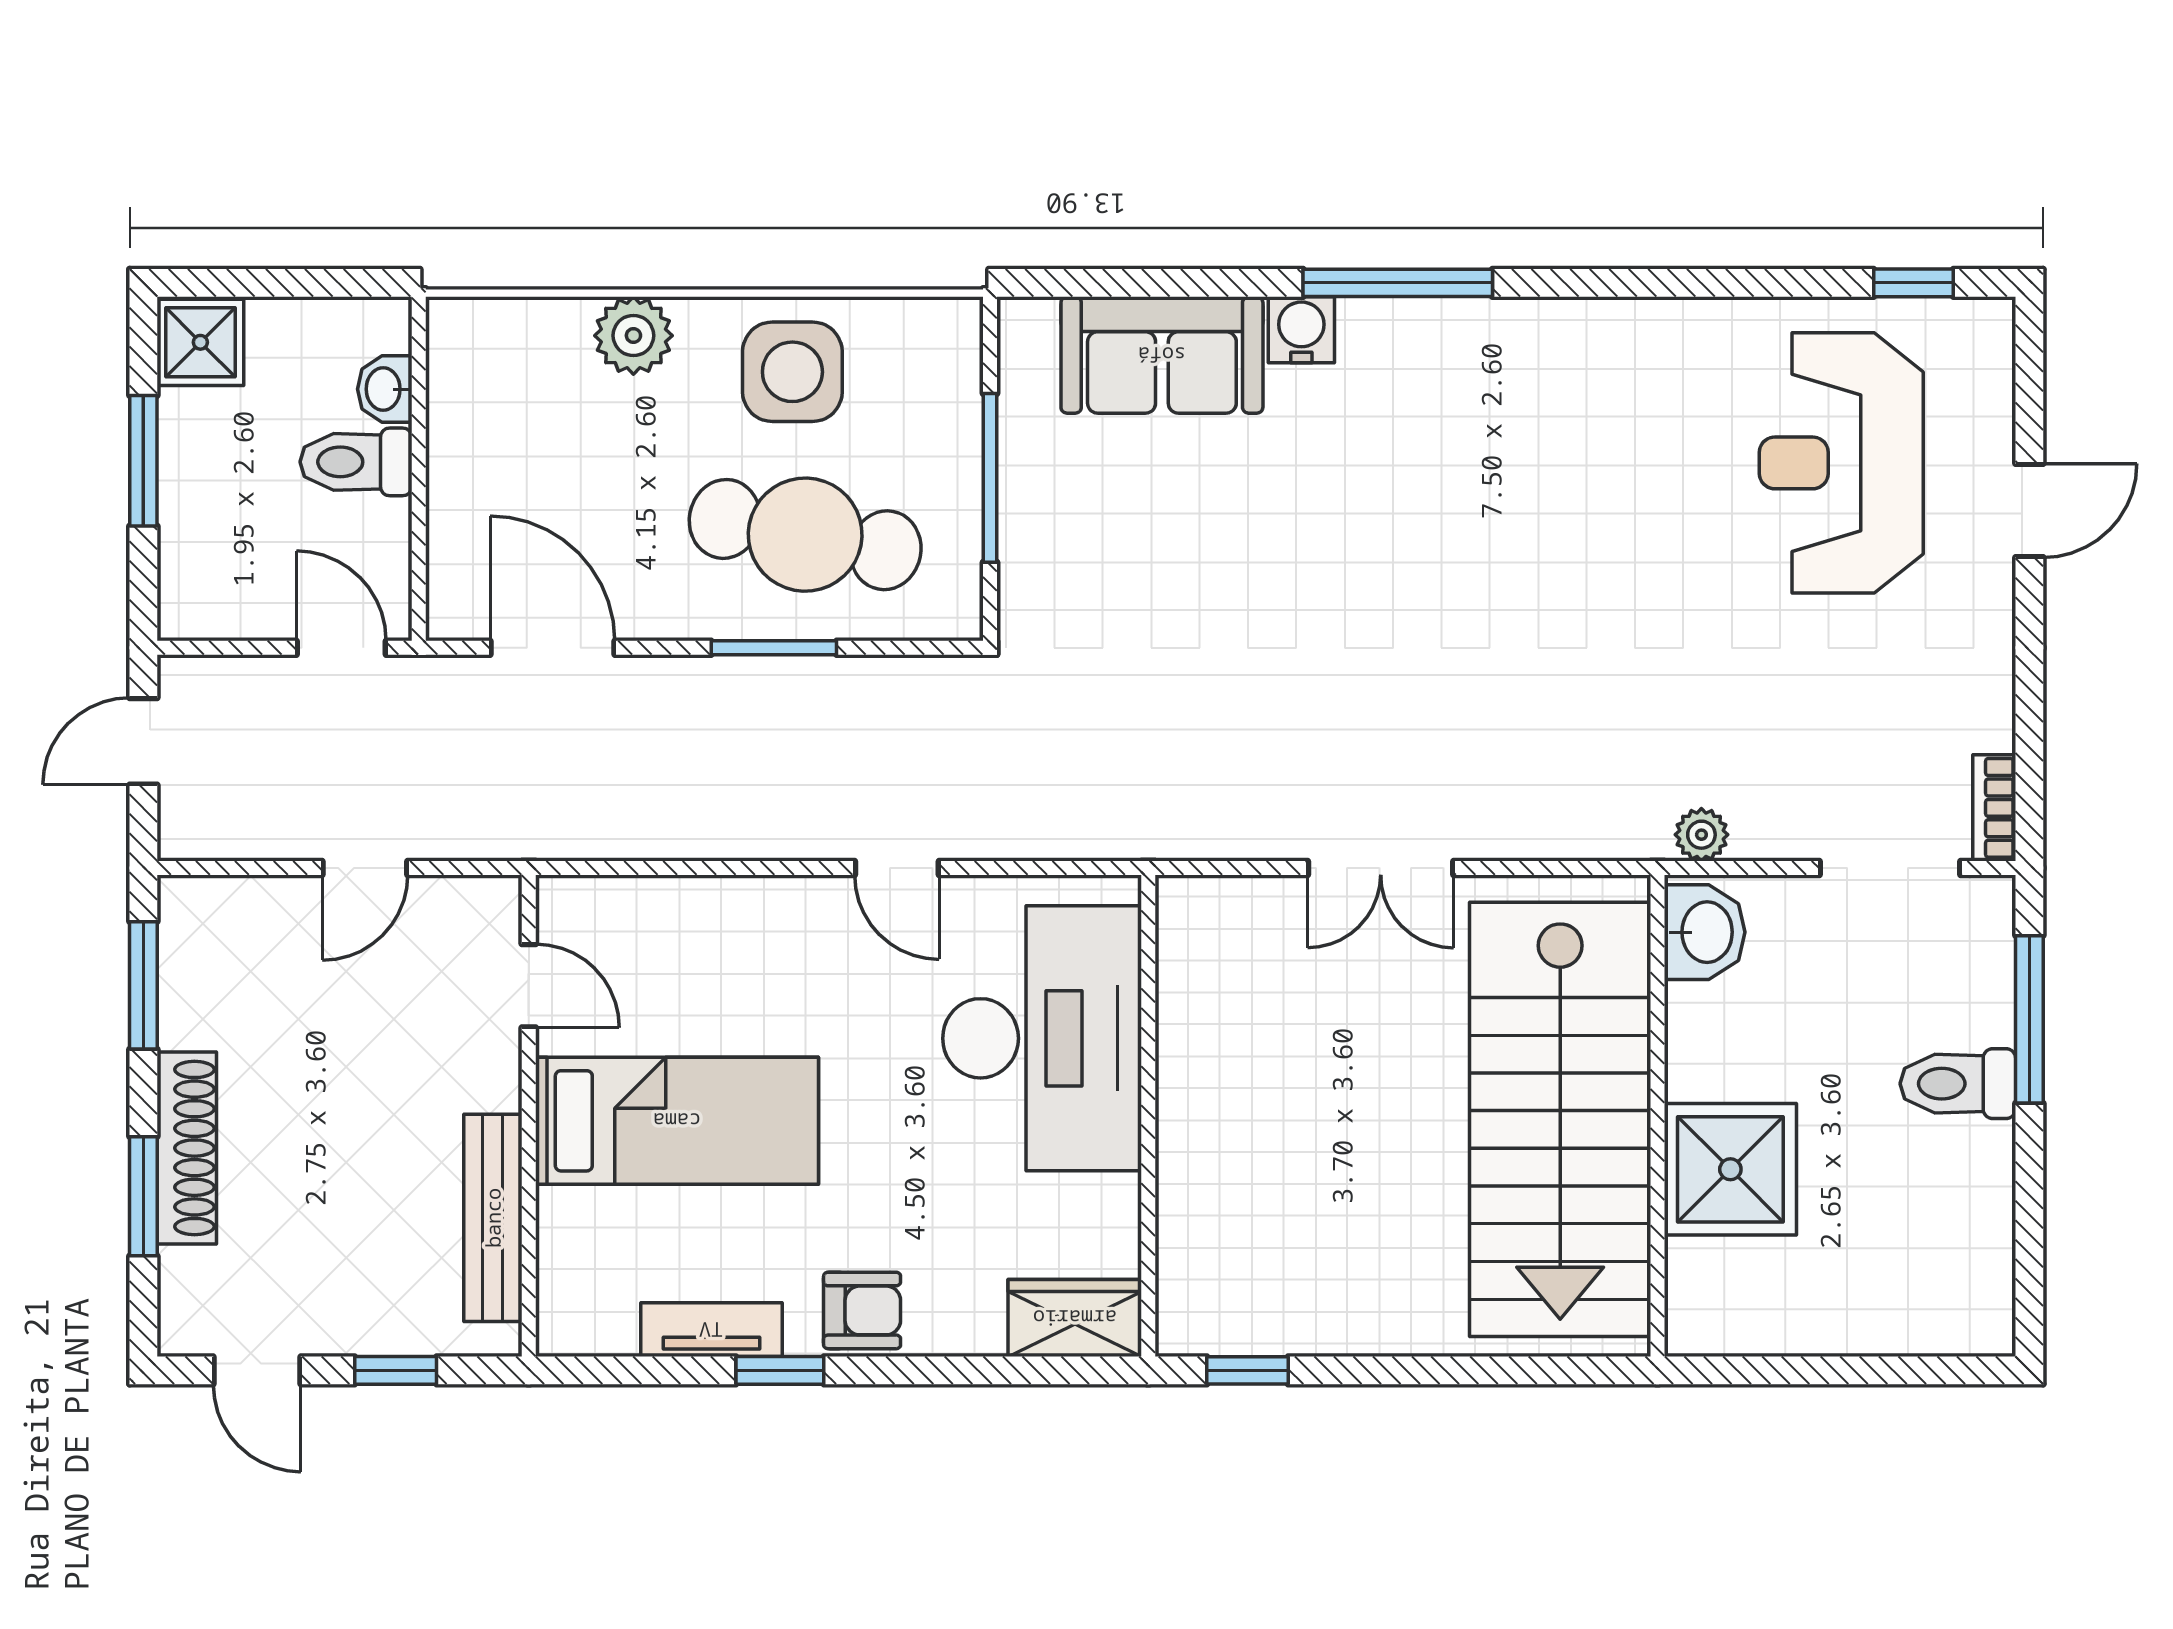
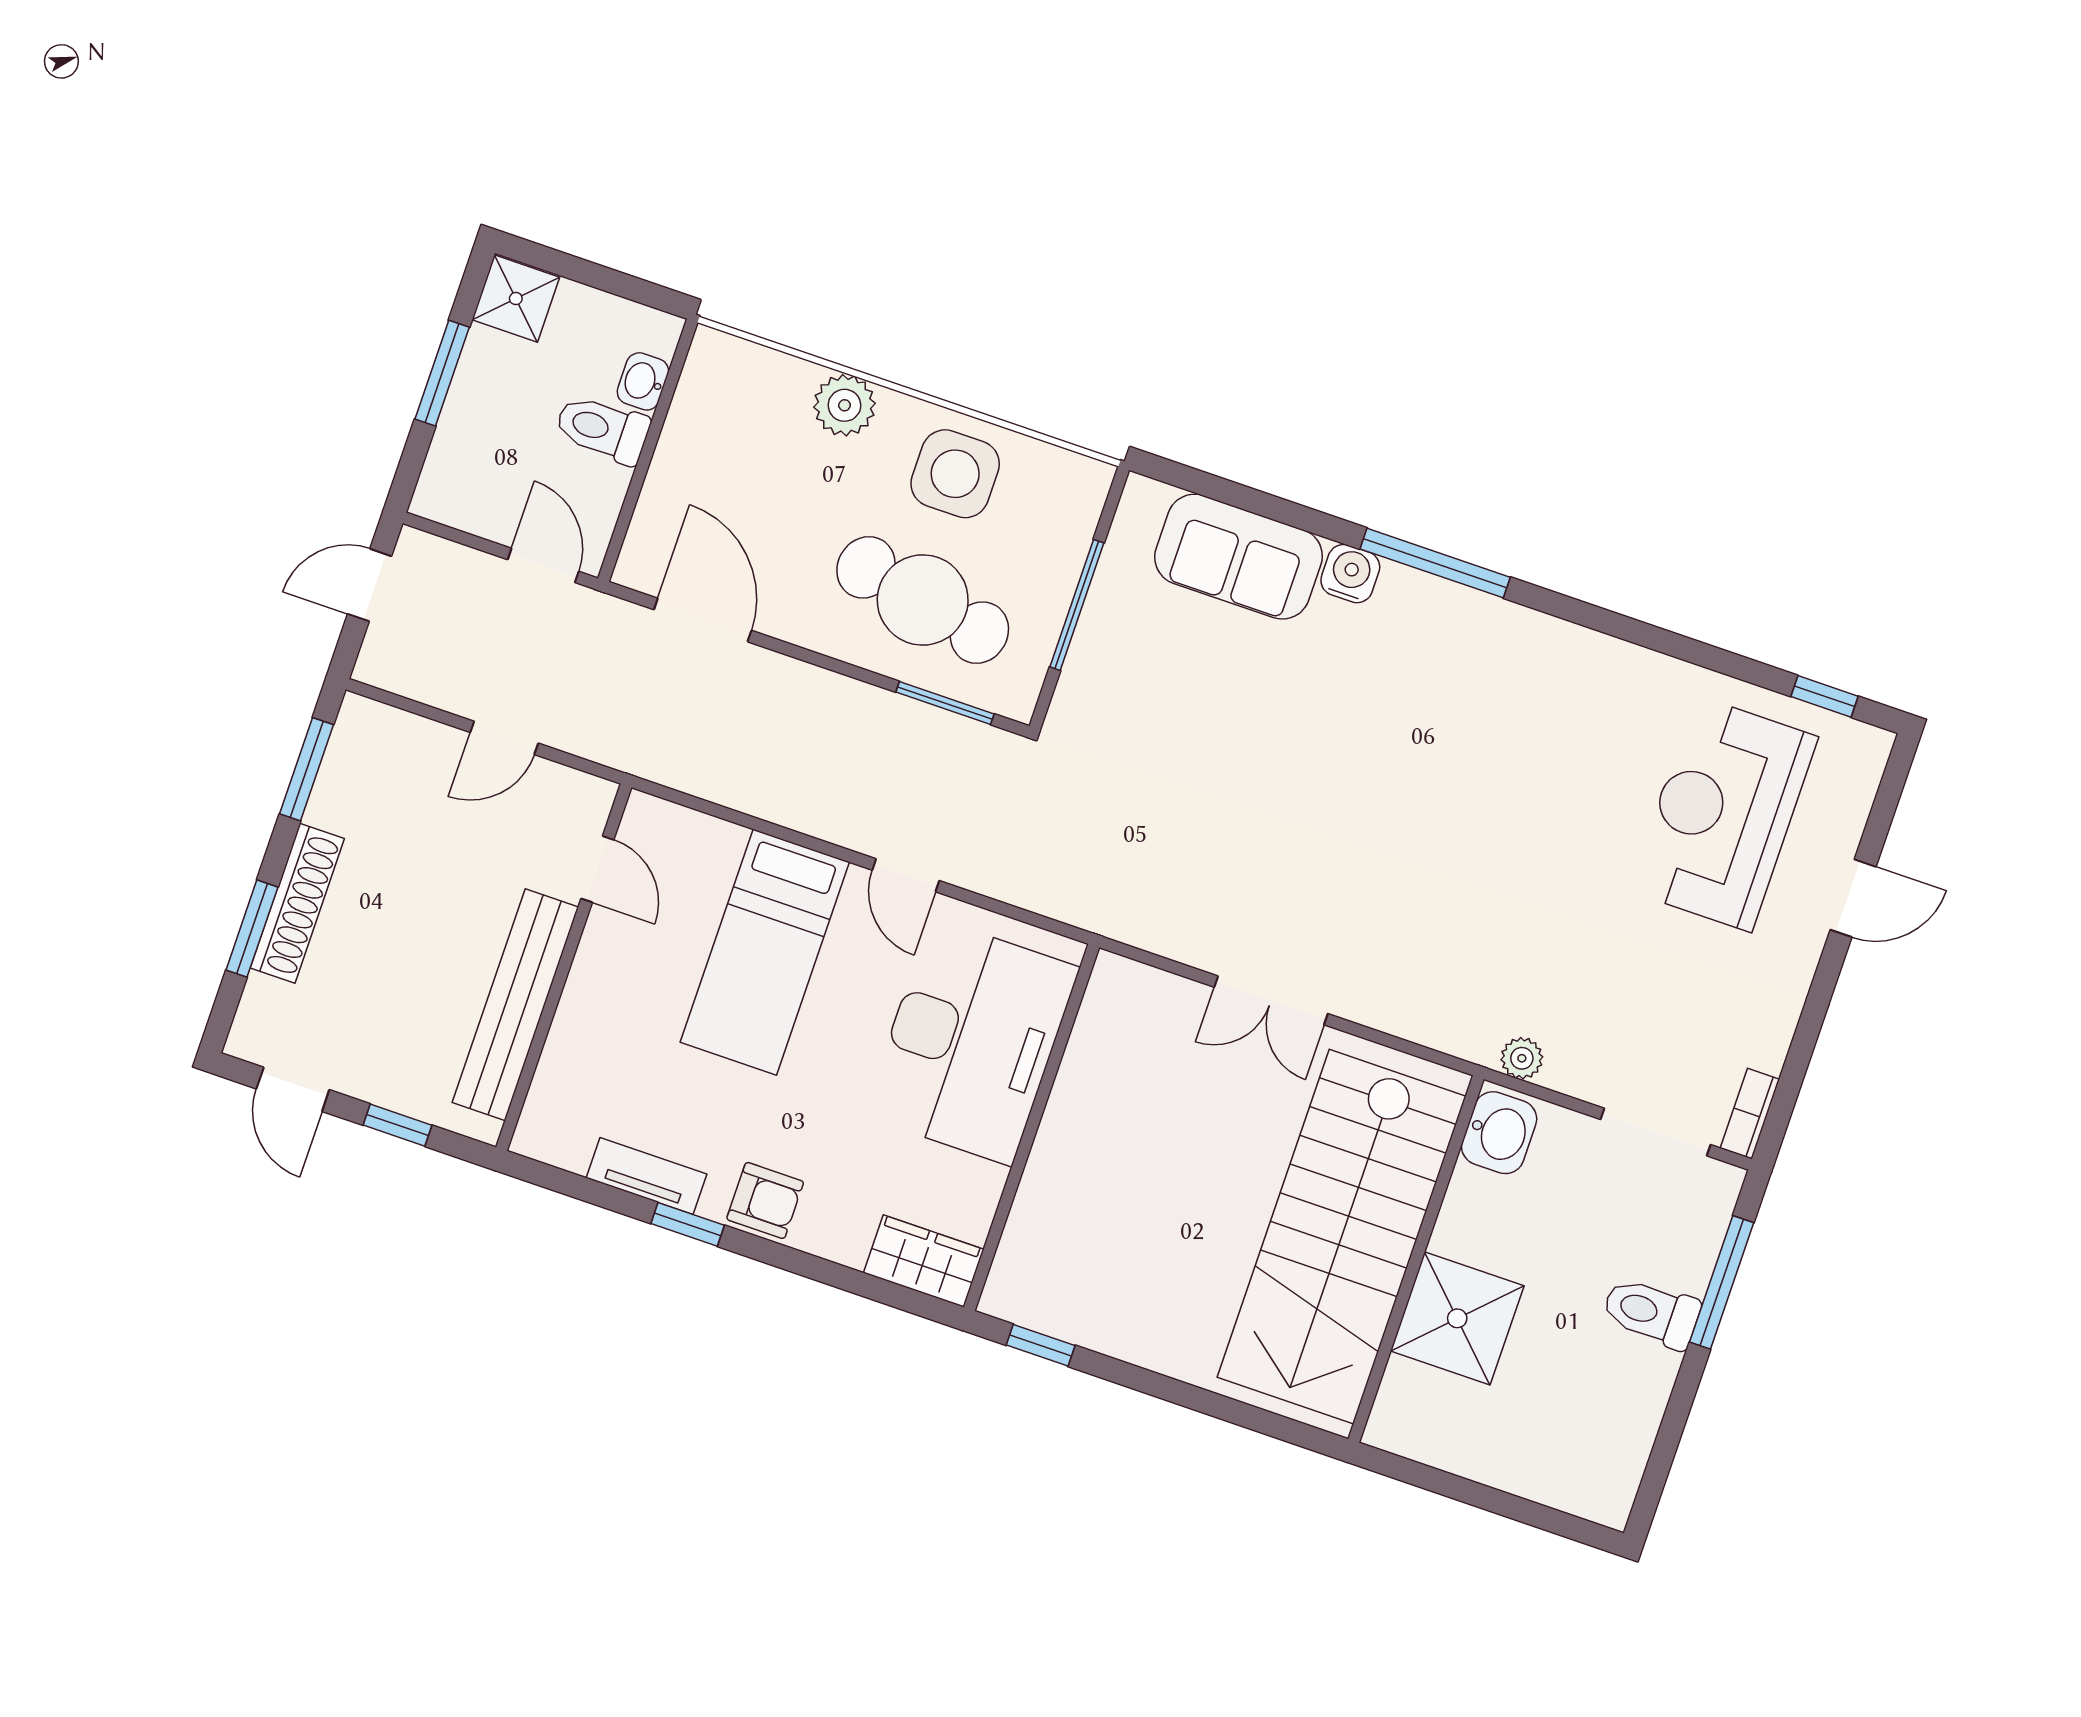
window: (774, 648) -> (945, 703), moved
bed: (677, 1121) -> (765, 952), moved, turned 90
bench: (493, 1218) -> (515, 1005), width x1.37, depth x1.21

